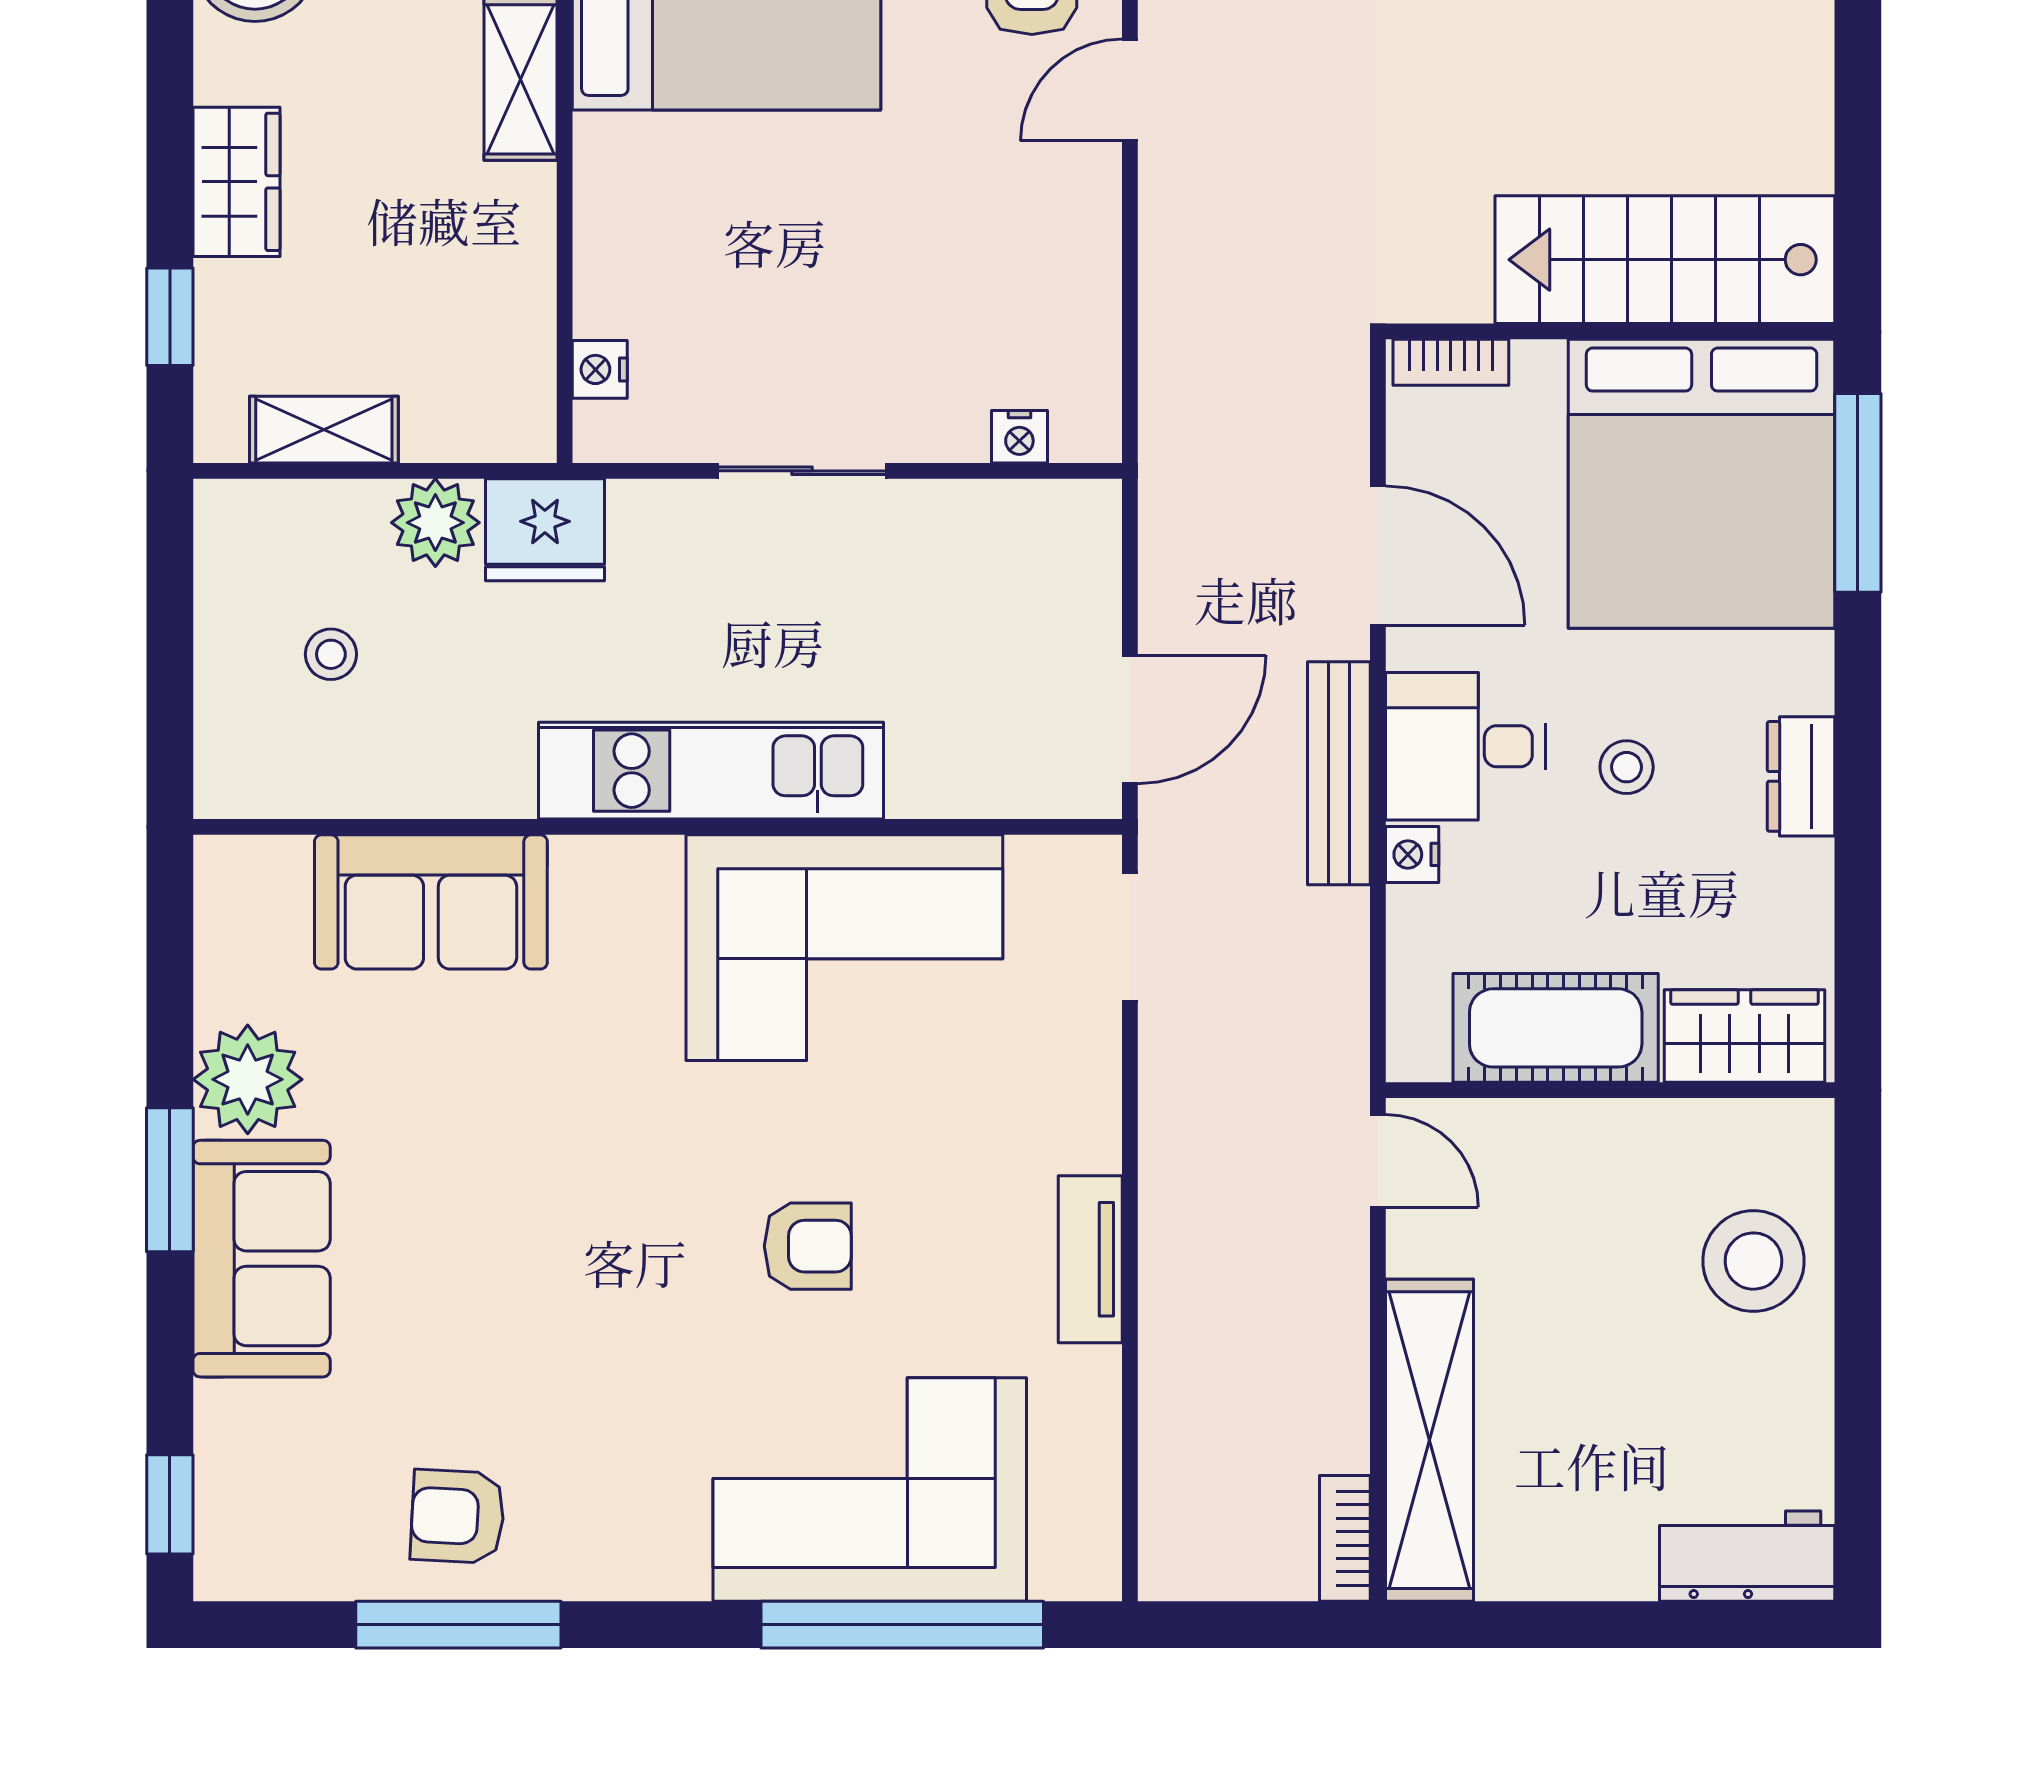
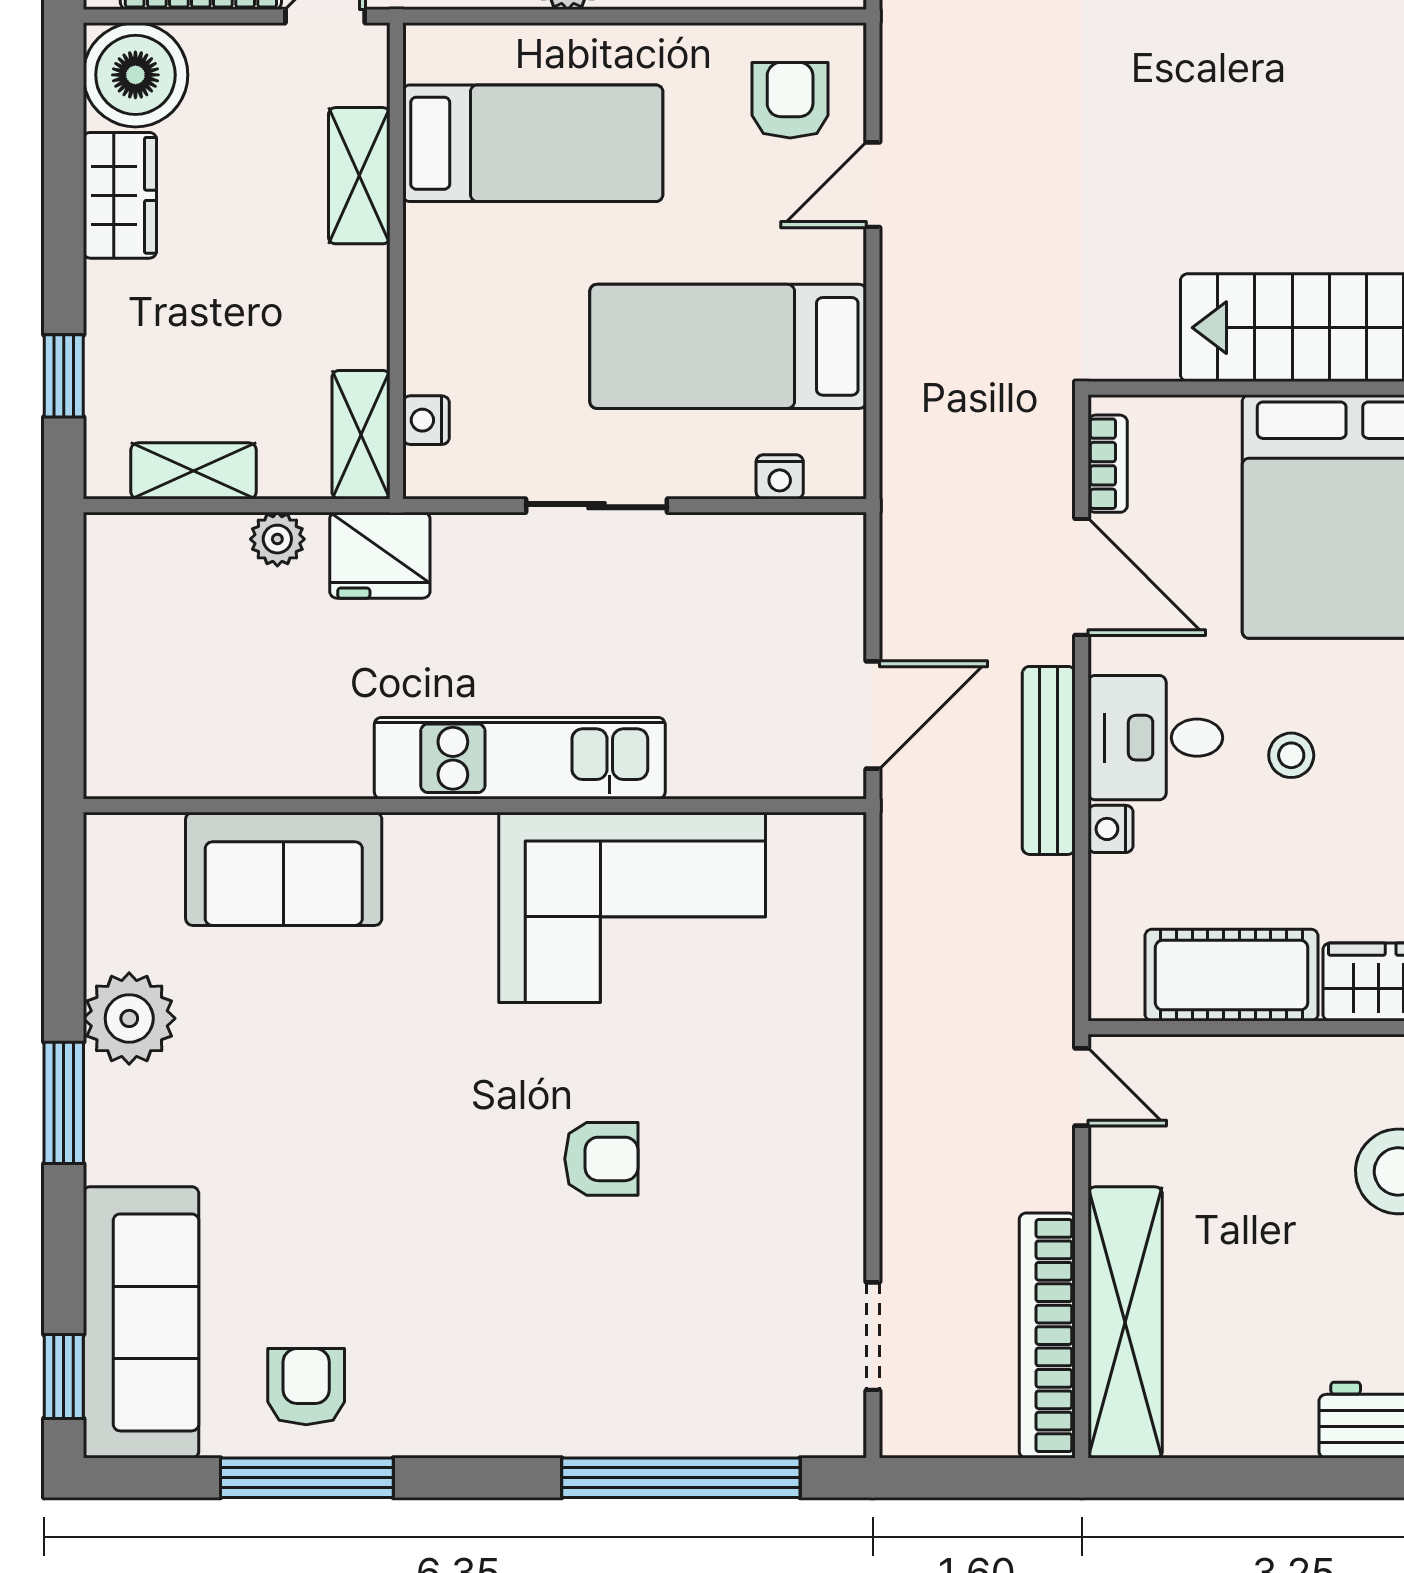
wardrobe: (236, 182) -> (120, 195), moved
bed: (958, 282) -> (728, 346), added
bookcase: (1451, 362) -> (1108, 464), moved, turned -90
shelving: (523, 387) -> (361, 435), added
plant: (435, 523) -> (277, 539), width x0.73, depth x0.73
stool: (331, 654) -> (199, 660), removed
doorway: (1130, 937) -> (873, 1336), moved
sofa: (262, 1259) -> (141, 1322), moved, width x1.36
tv unit: (1090, 1259) -> (839, 1170), removed
corner sofa: (870, 1489) -> (654, 1364), removed
armchair: (458, 1516) -> (306, 1387), turned 87
bookcase: (1345, 1538) -> (1047, 1336), width x2.31, depth x1.31

